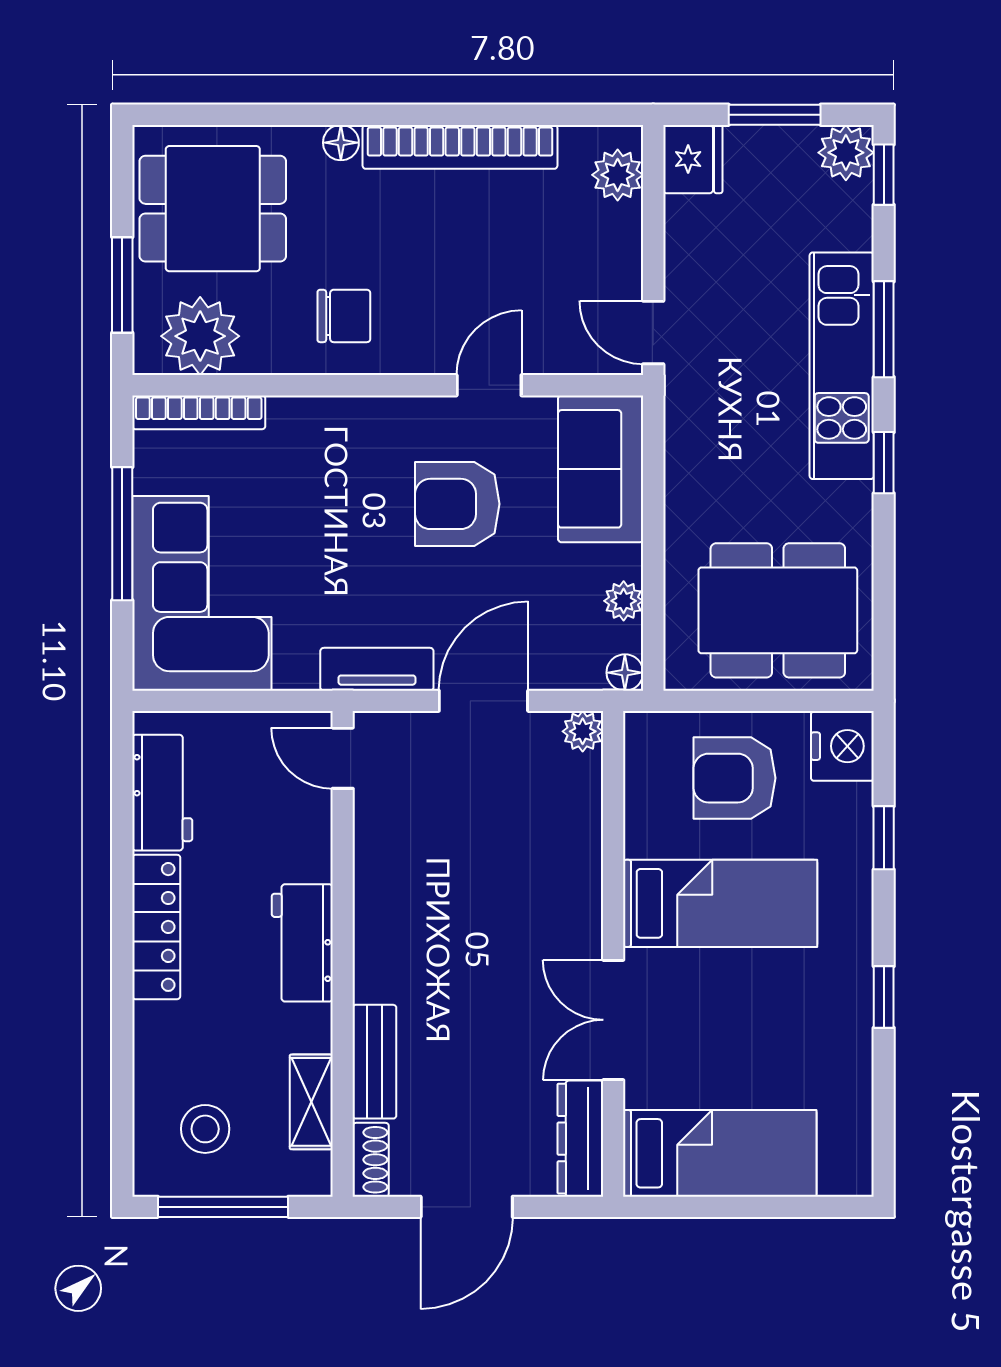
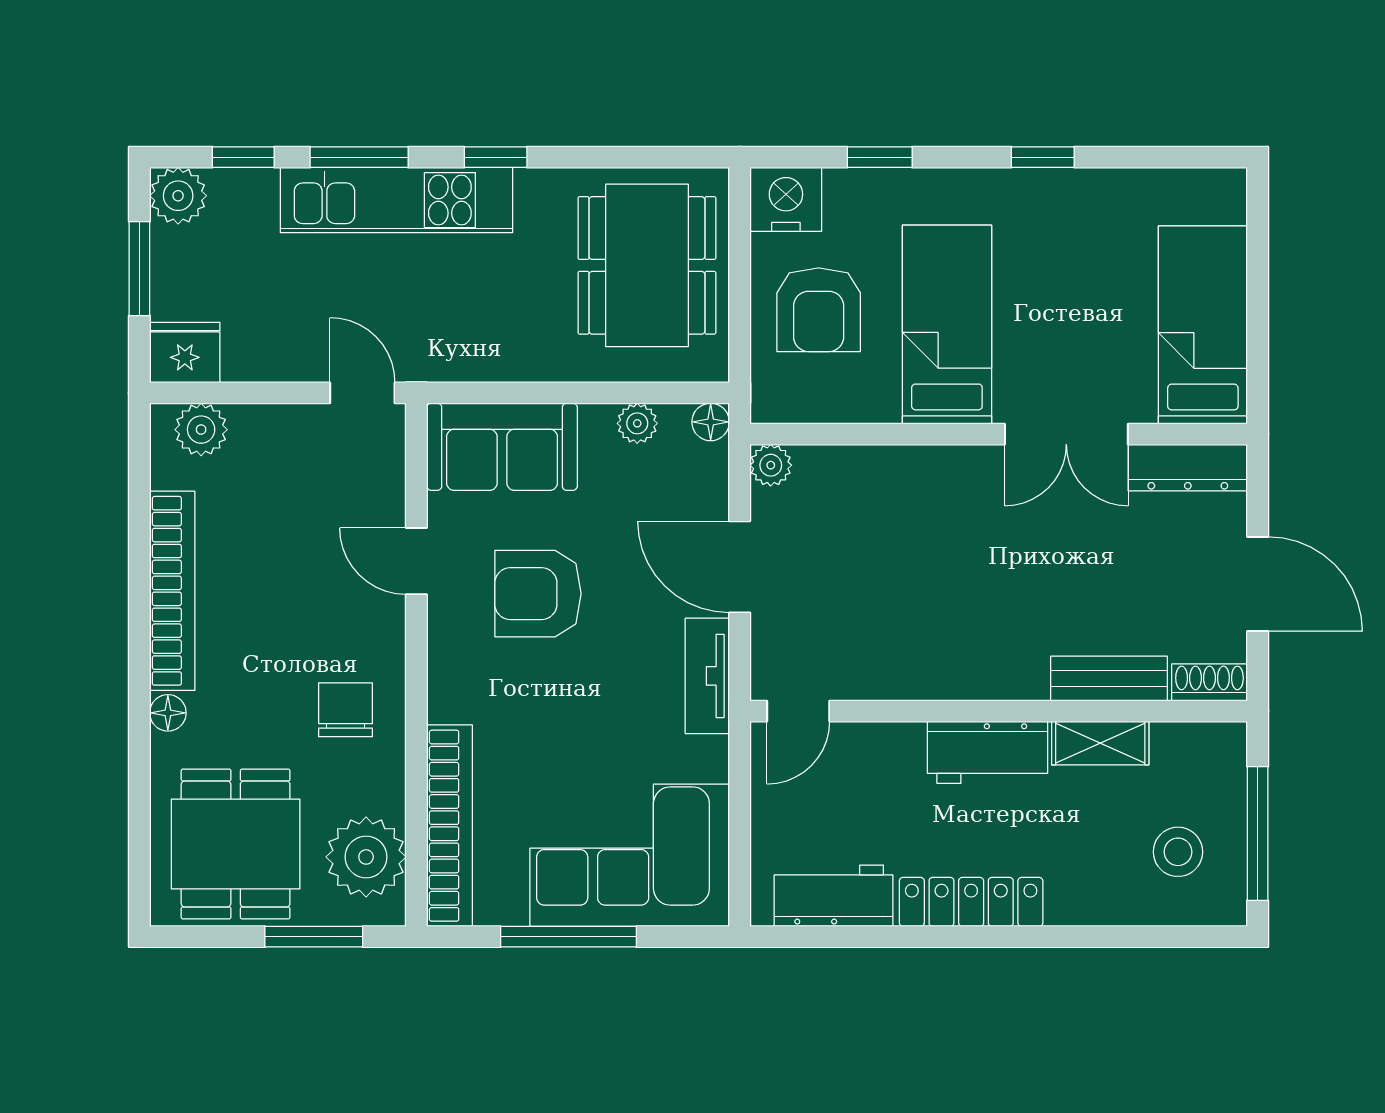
window: (884, 175) -> (243, 157), moved
door: (653, 332) -> (362, 393), swing flipped
bookcase: (199, 412) -> (450, 826), width x1.48, depth x1.31
armchair: (457, 504) -> (538, 594), turned 90
shelving: (311, 1102) -> (1100, 743), moved

